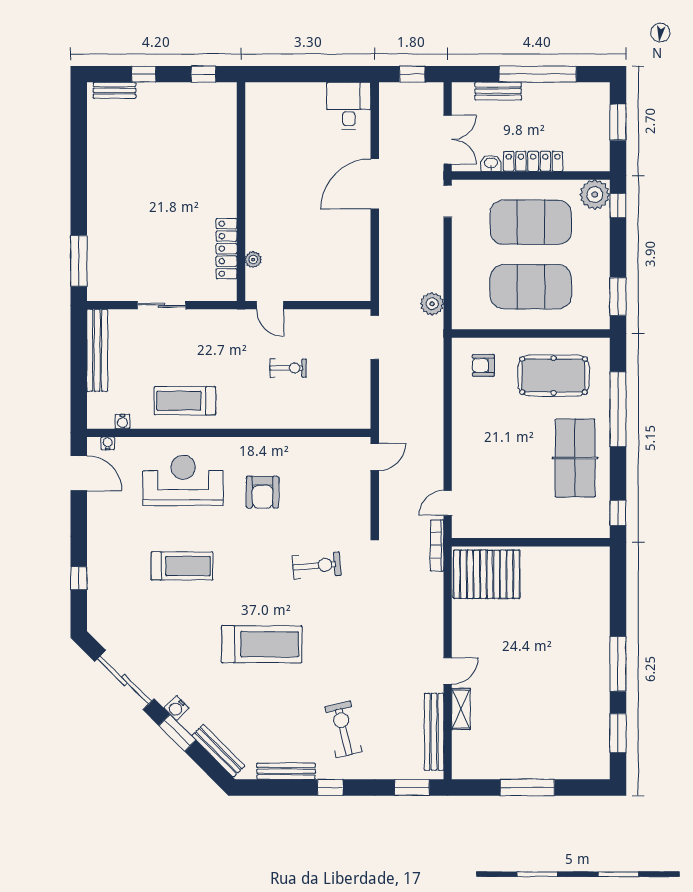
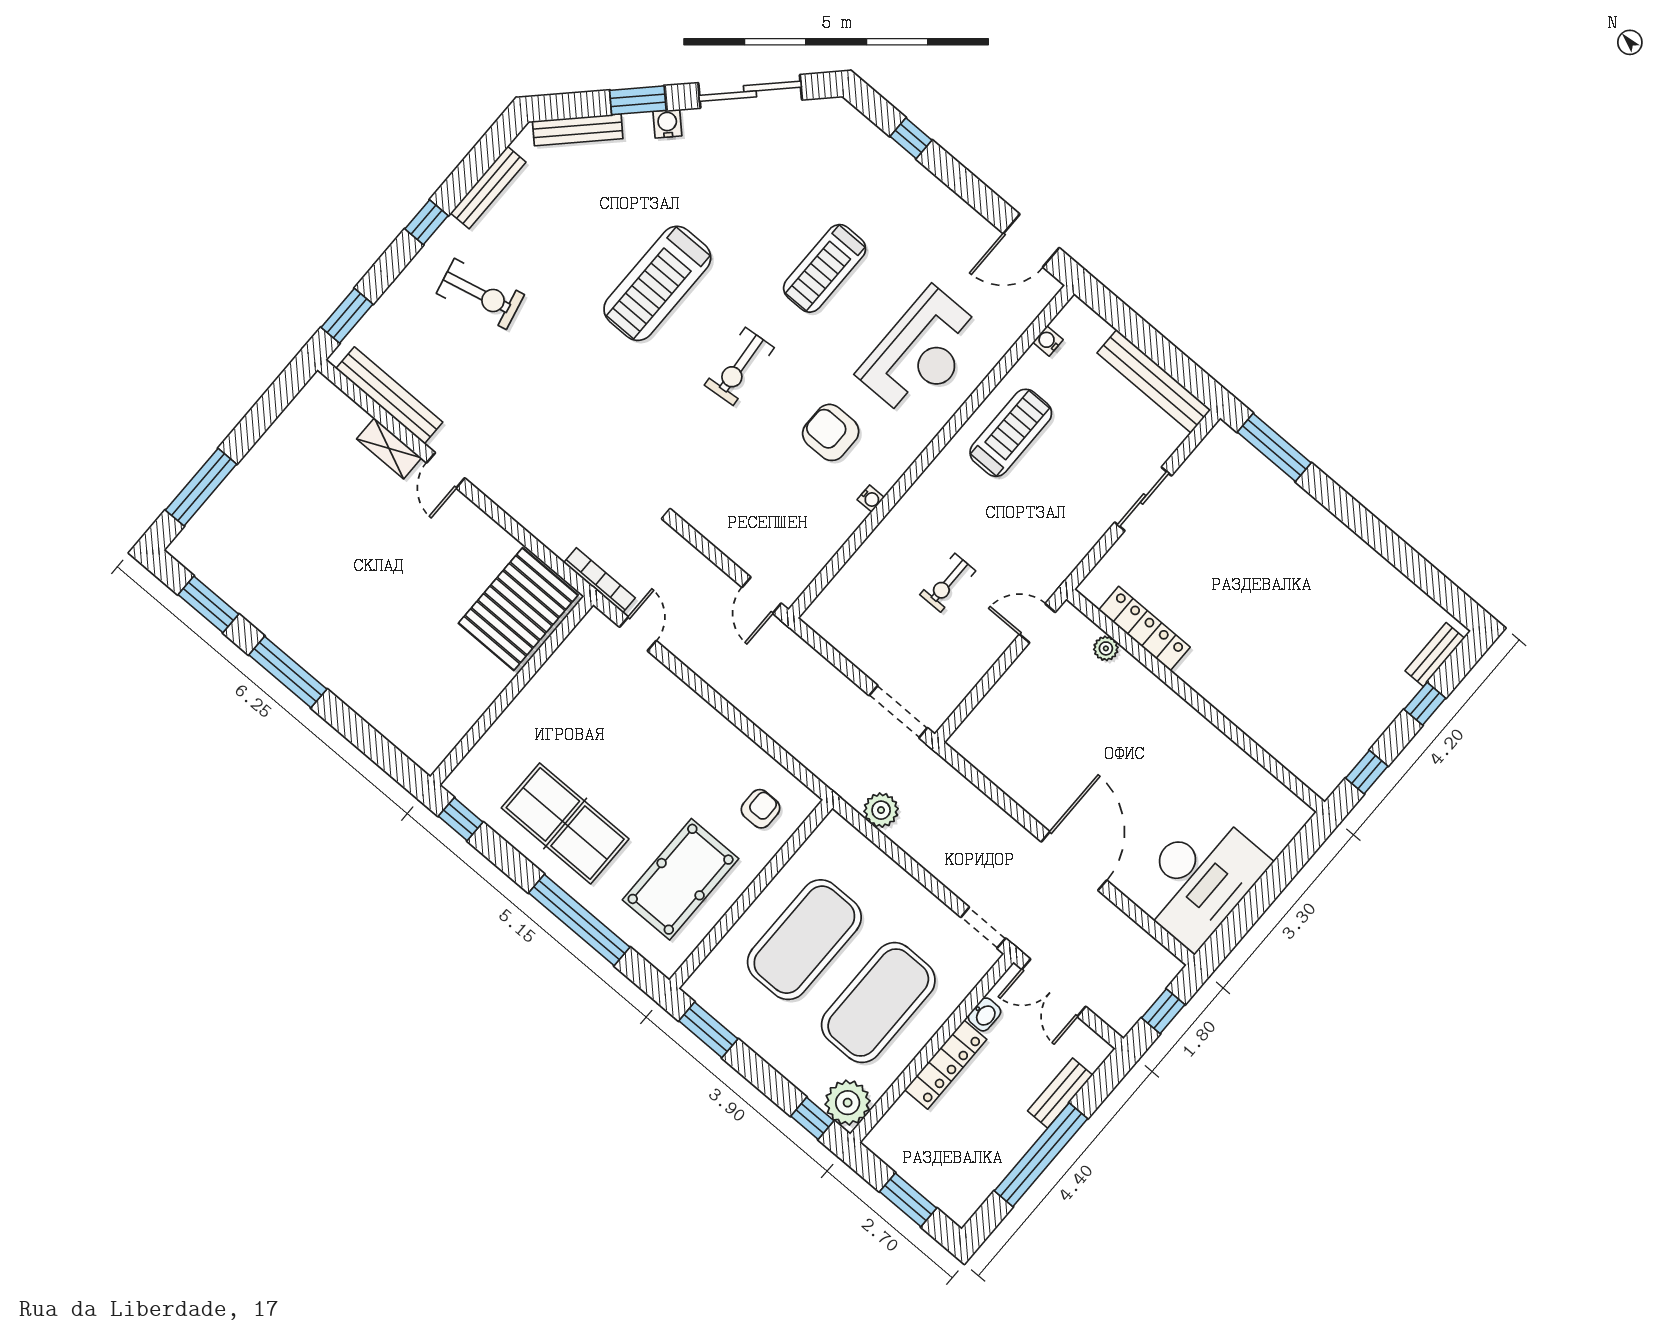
desk: (349, 106) -> (1199, 879), width x1.87, depth x1.30
water cooler: (108, 443) -> (871, 499), moved
exercise bike: (317, 566) -> (739, 366), moved
window: (527, 787) -> (201, 487), moved

